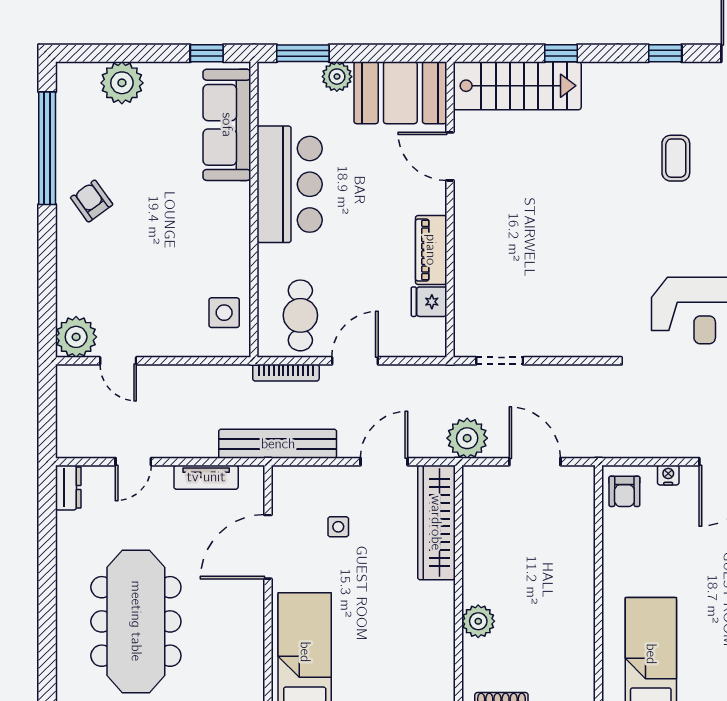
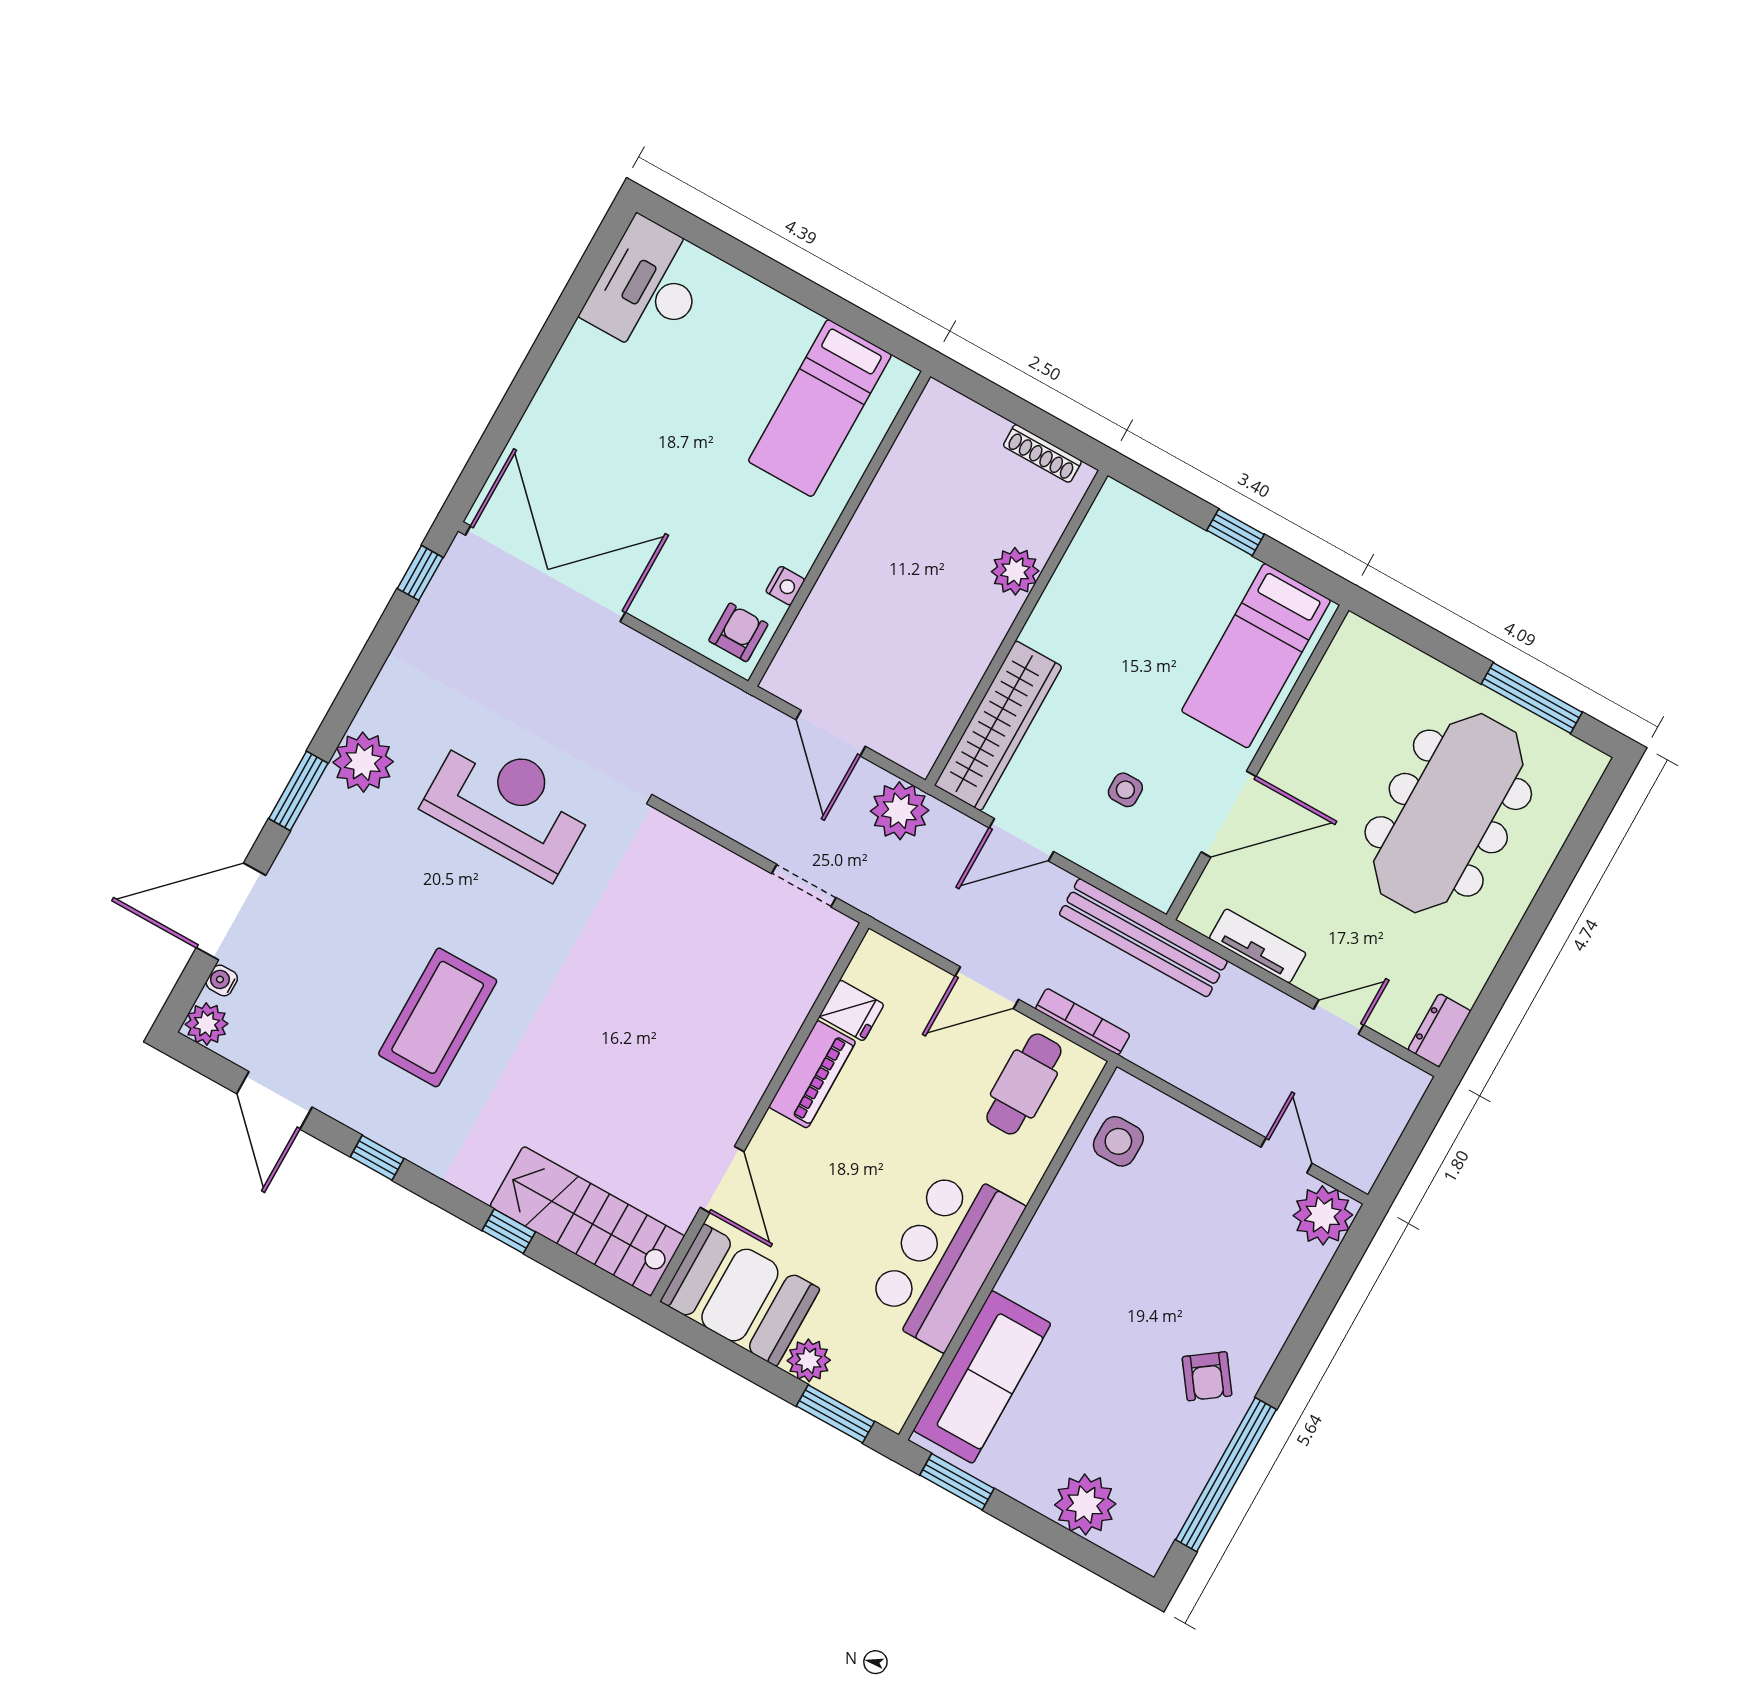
window: (207, 53) -> (957, 1482), width x1.50
coffee table: (676, 158) -> (438, 1017), width x1.86, depth x1.72
nightstand: (668, 475) -> (785, 586), moved, turned -90

